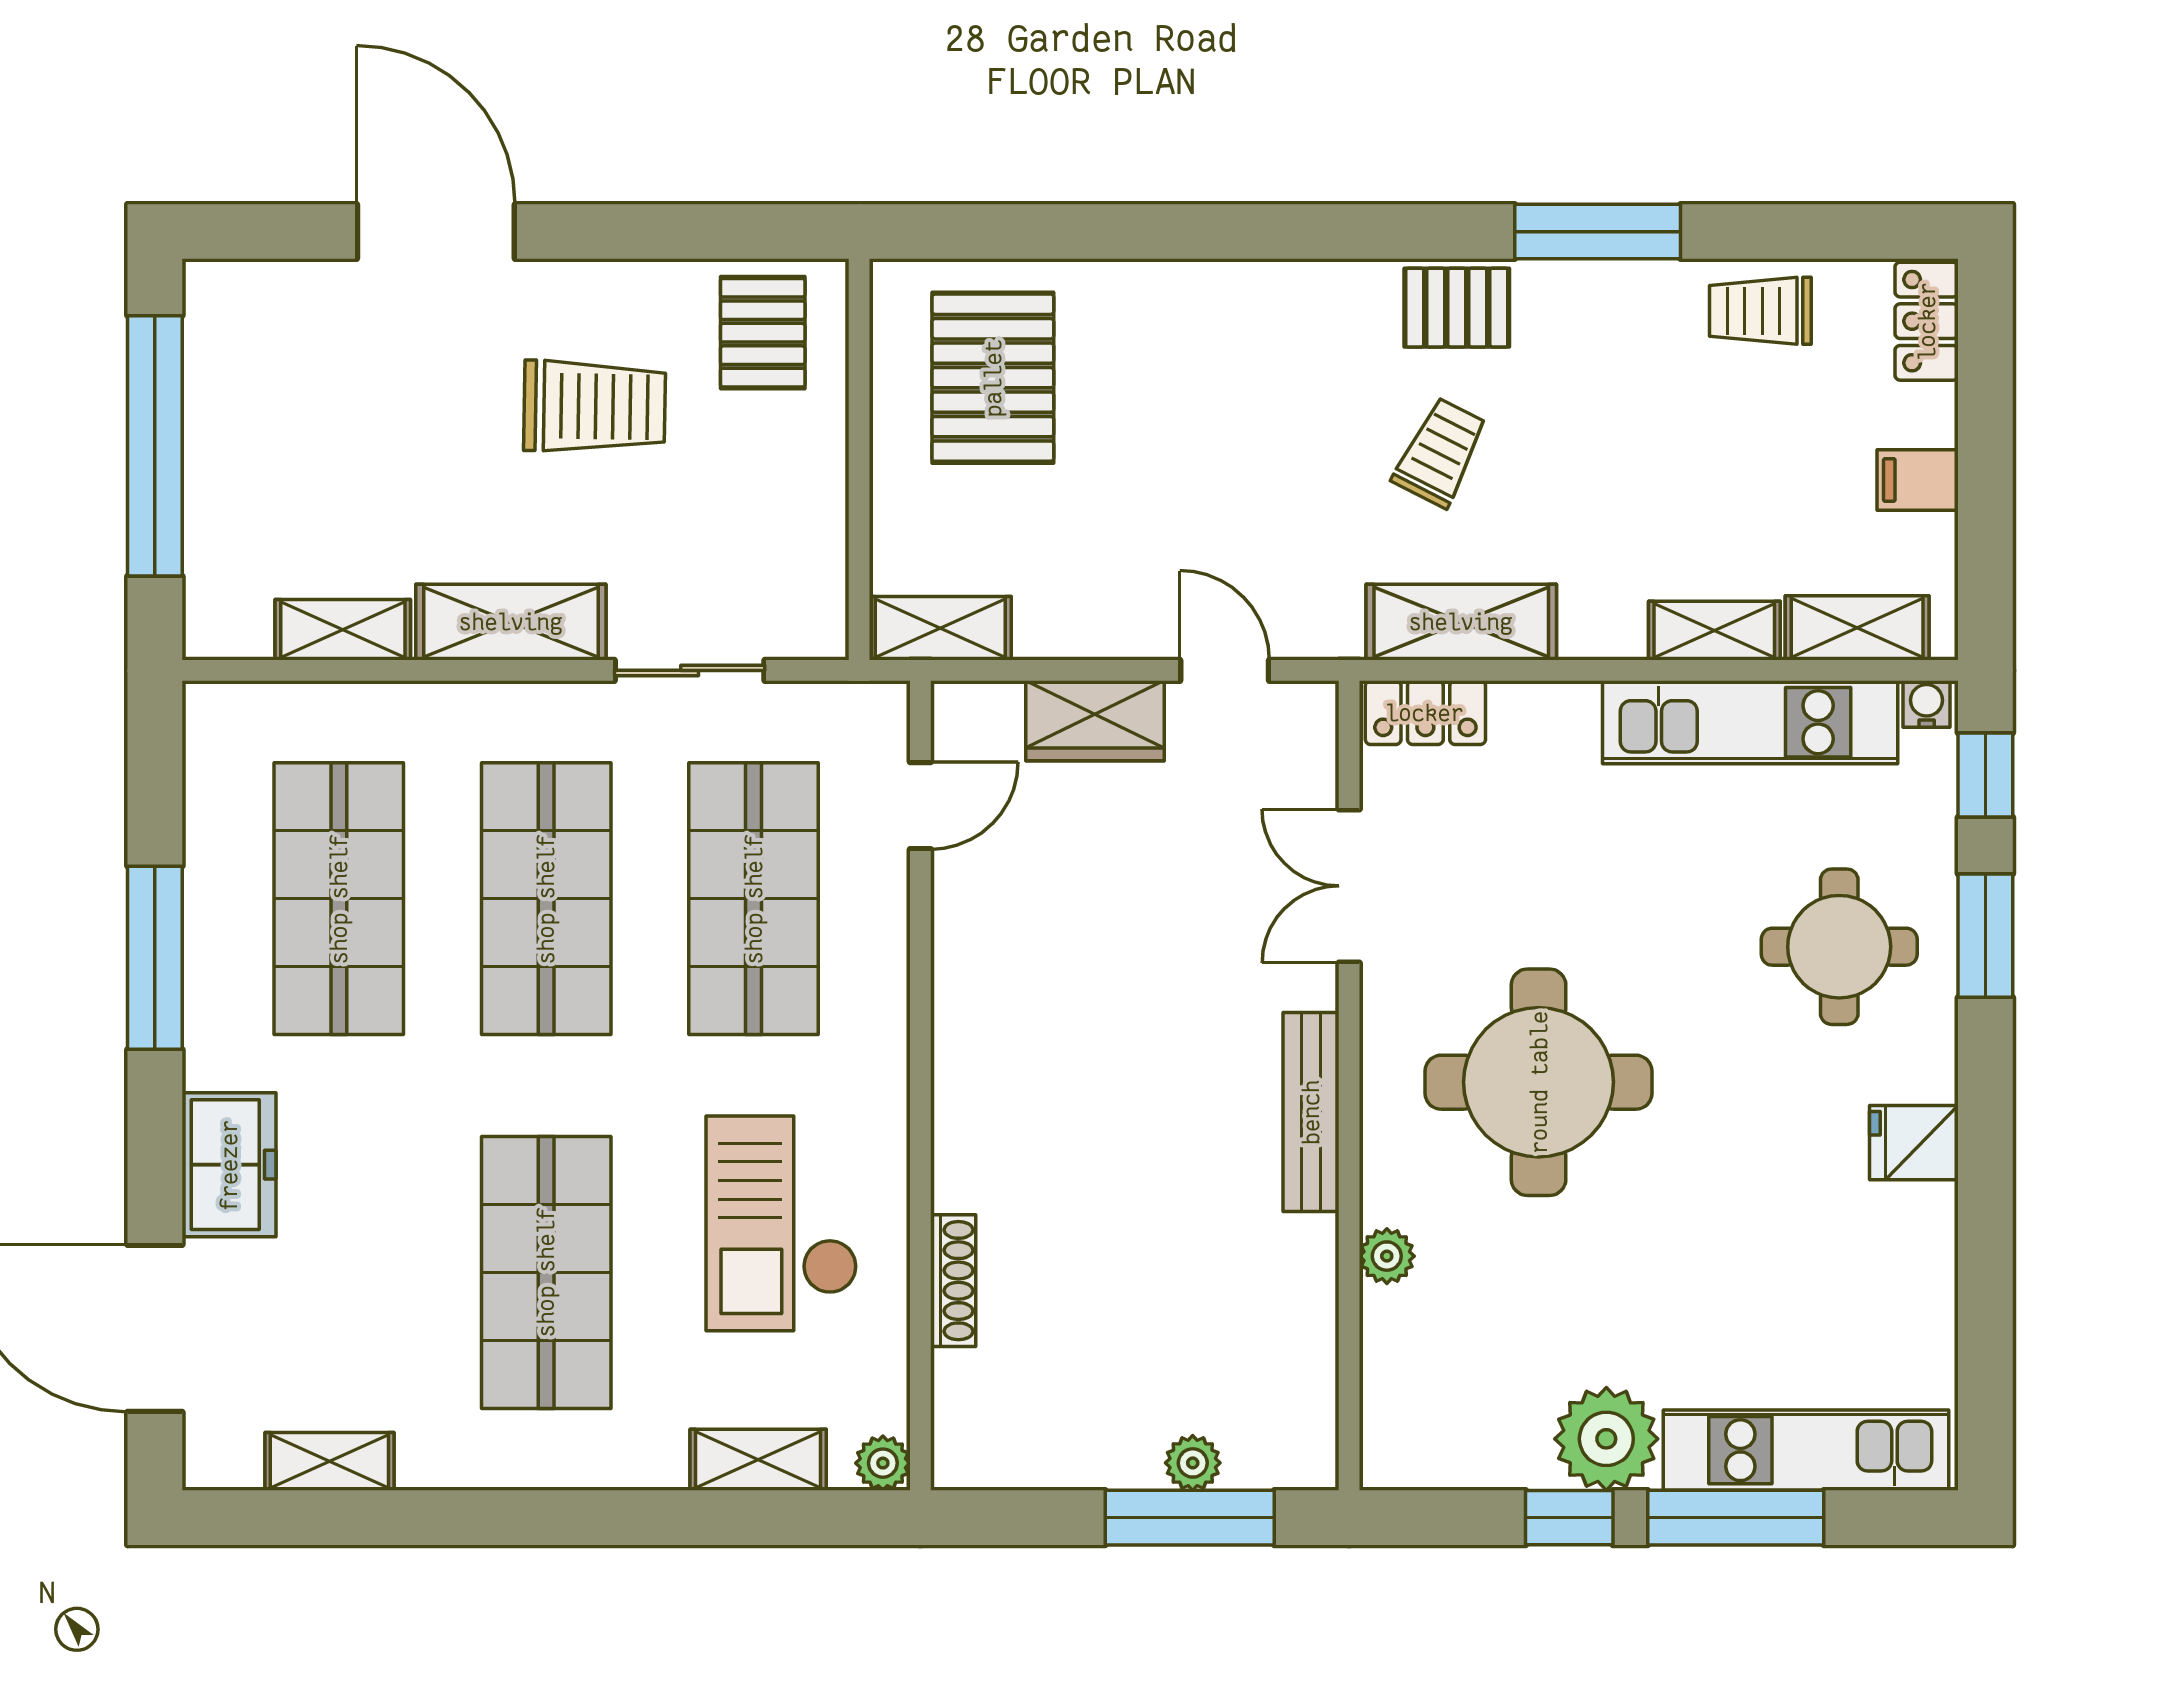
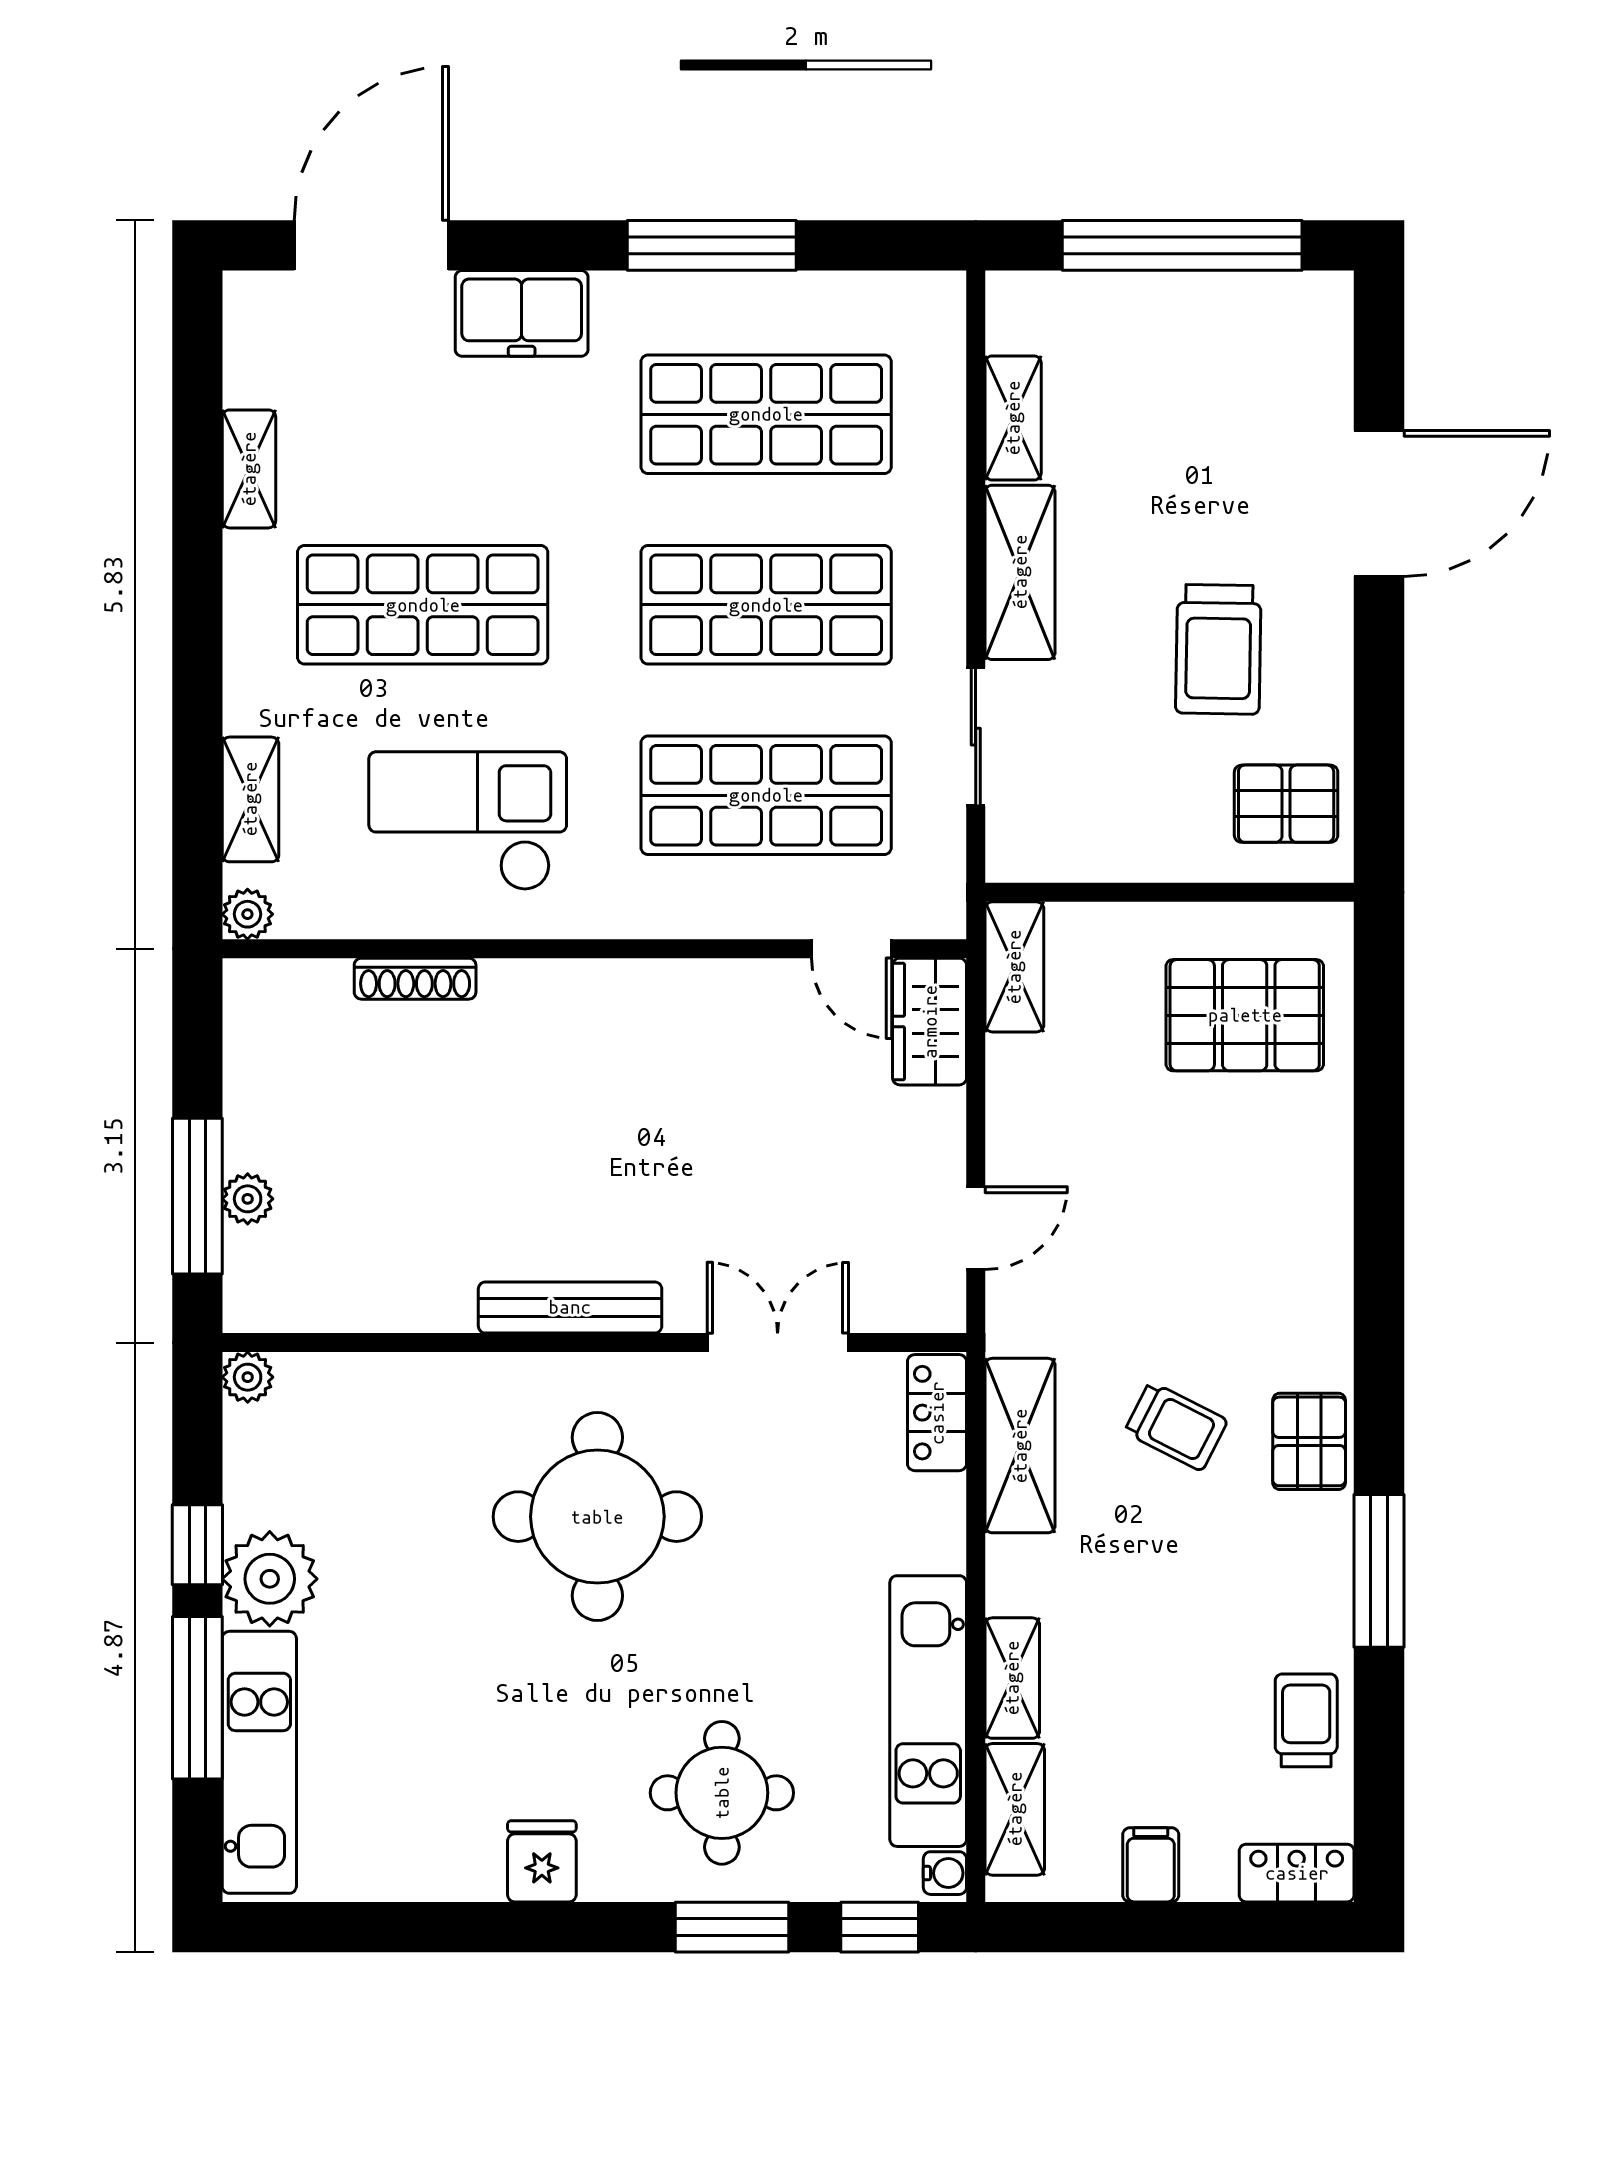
wardrobe: (1095, 721) -> (930, 1022), moved
plant: (1387, 1256) -> (248, 1377), moved
shelving: (329, 1461) -> (249, 469), moved

